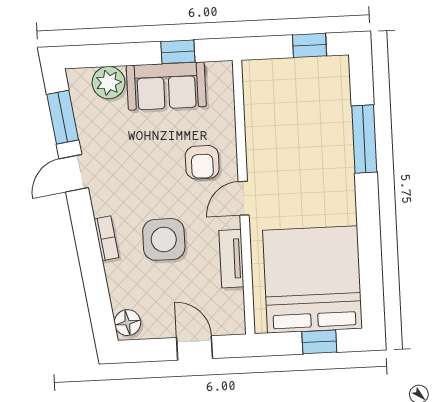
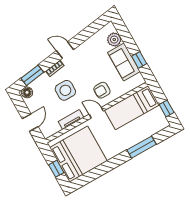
window: (63, 117) -> (32, 75), moved
bed: (271, 118) -> (132, 108), added
door: (74, 173) -> (65, 50), moved

